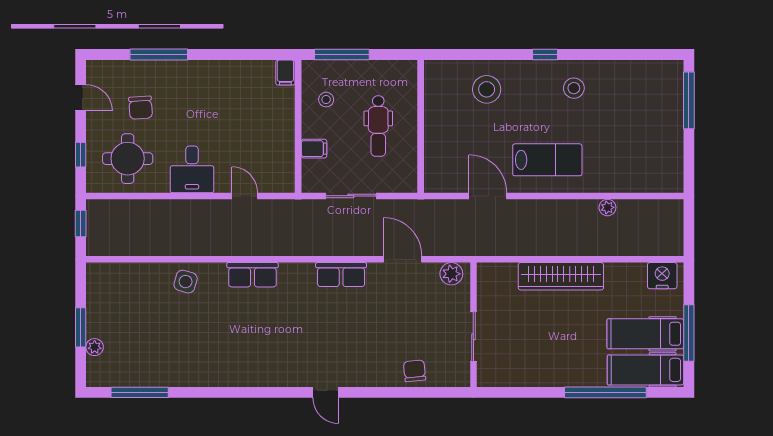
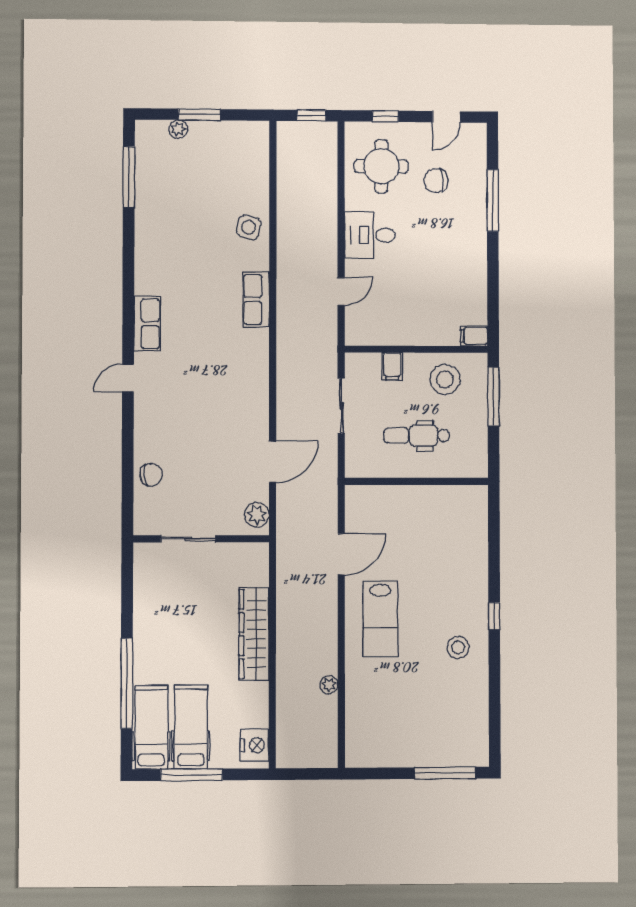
stool: (487, 89) -> (456, 553), removed
stool: (326, 100) -> (445, 379), width x1.89, depth x1.89
row of seats: (341, 275) -> (147, 324), moved, turned 180

